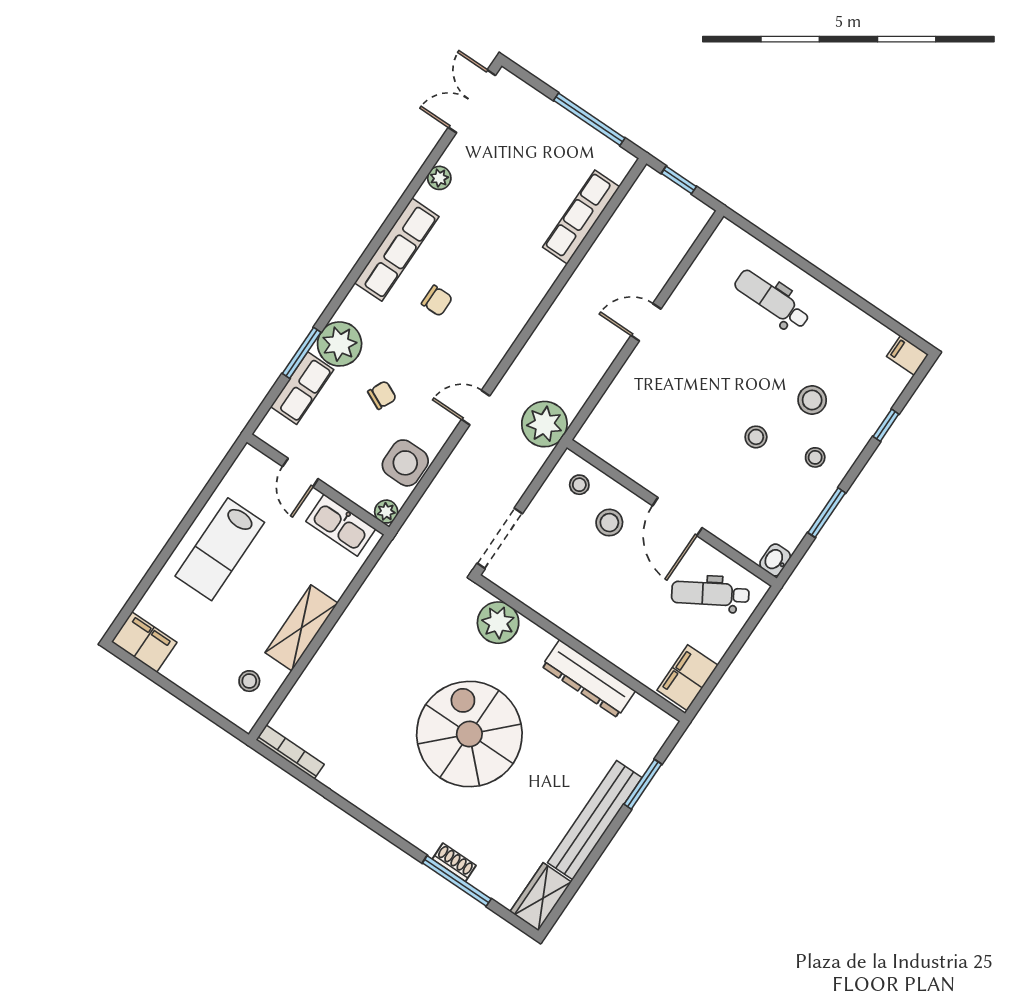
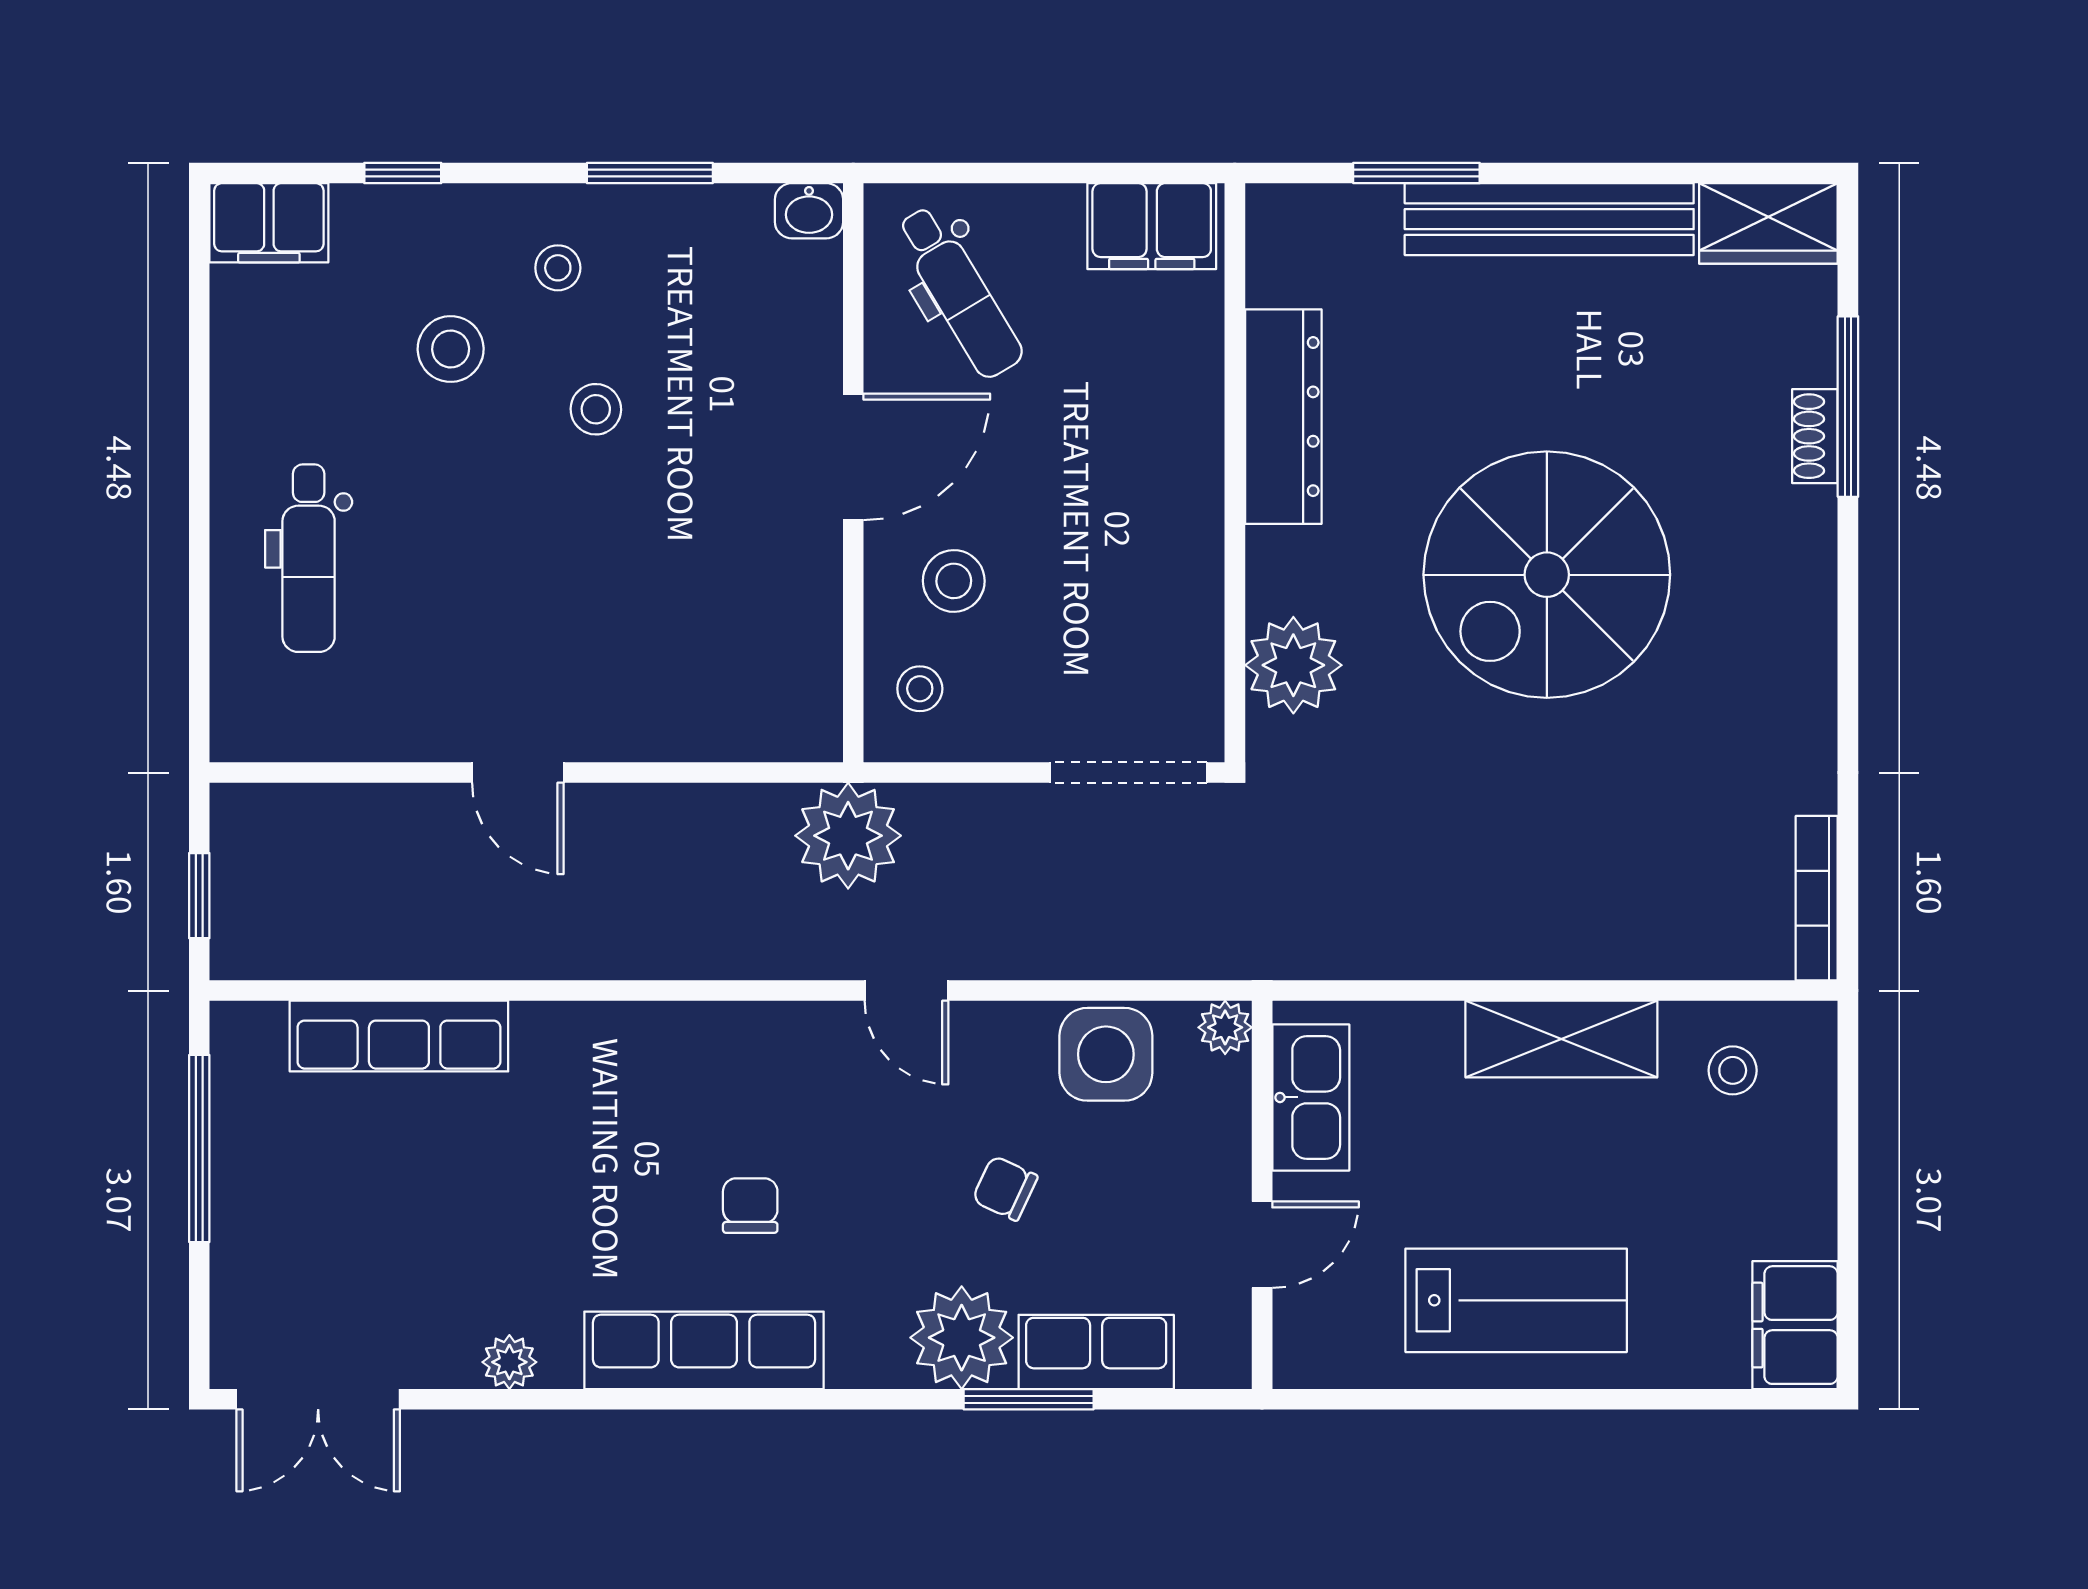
filing cabinet: (907, 355) -> (269, 223), width x2.00

